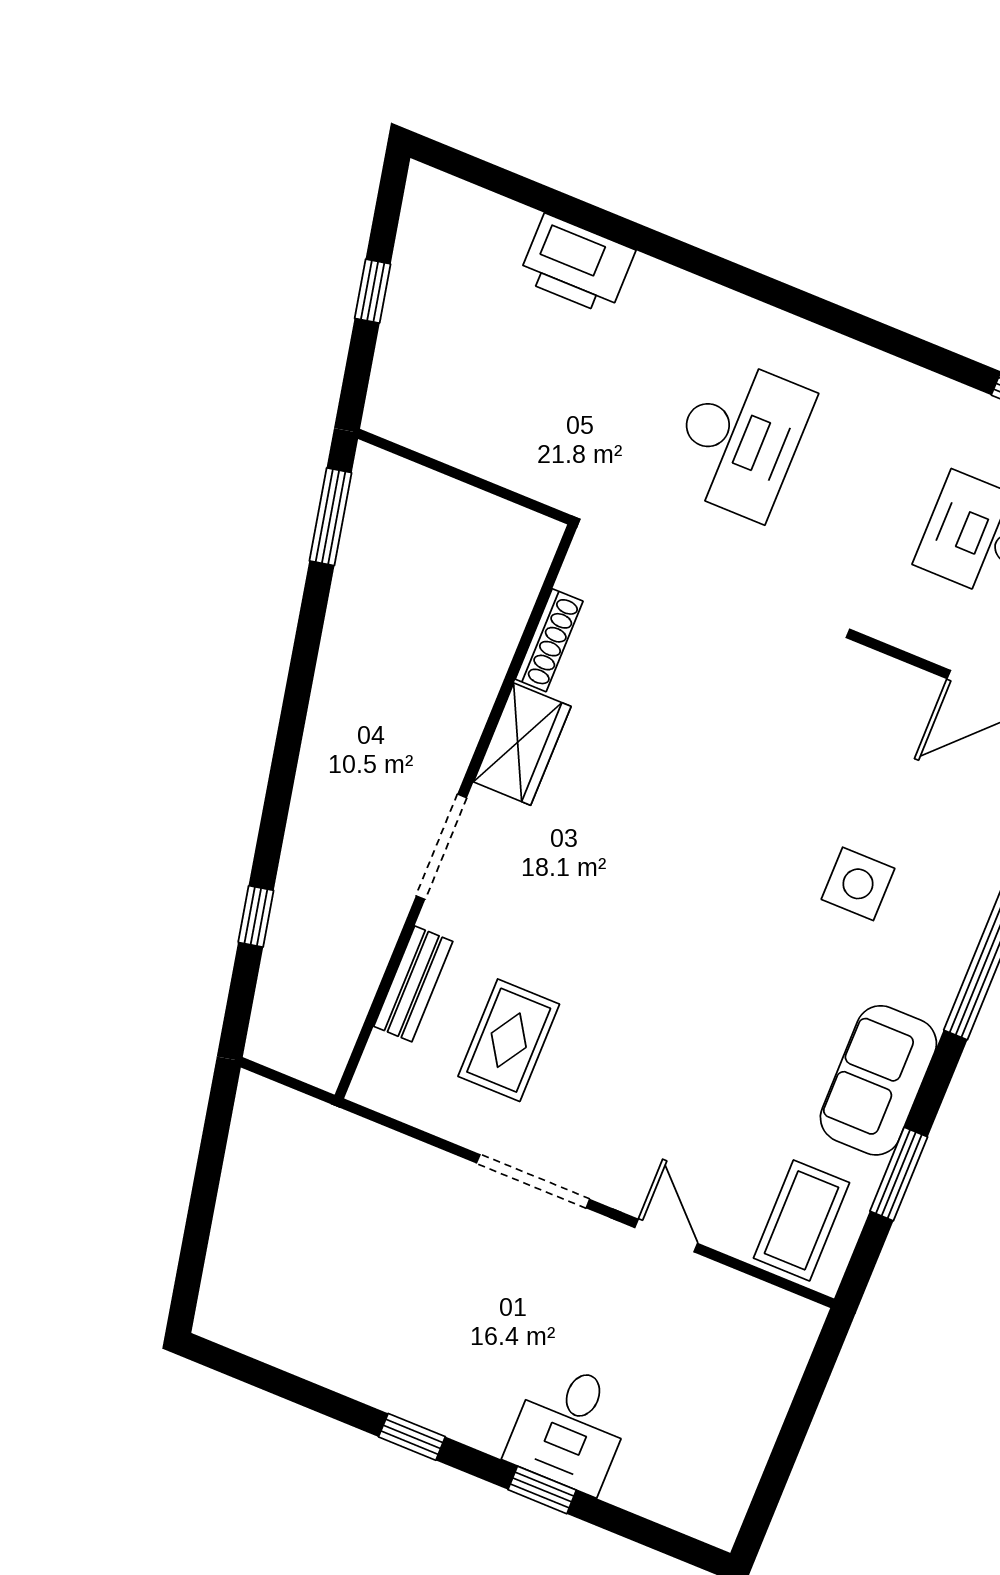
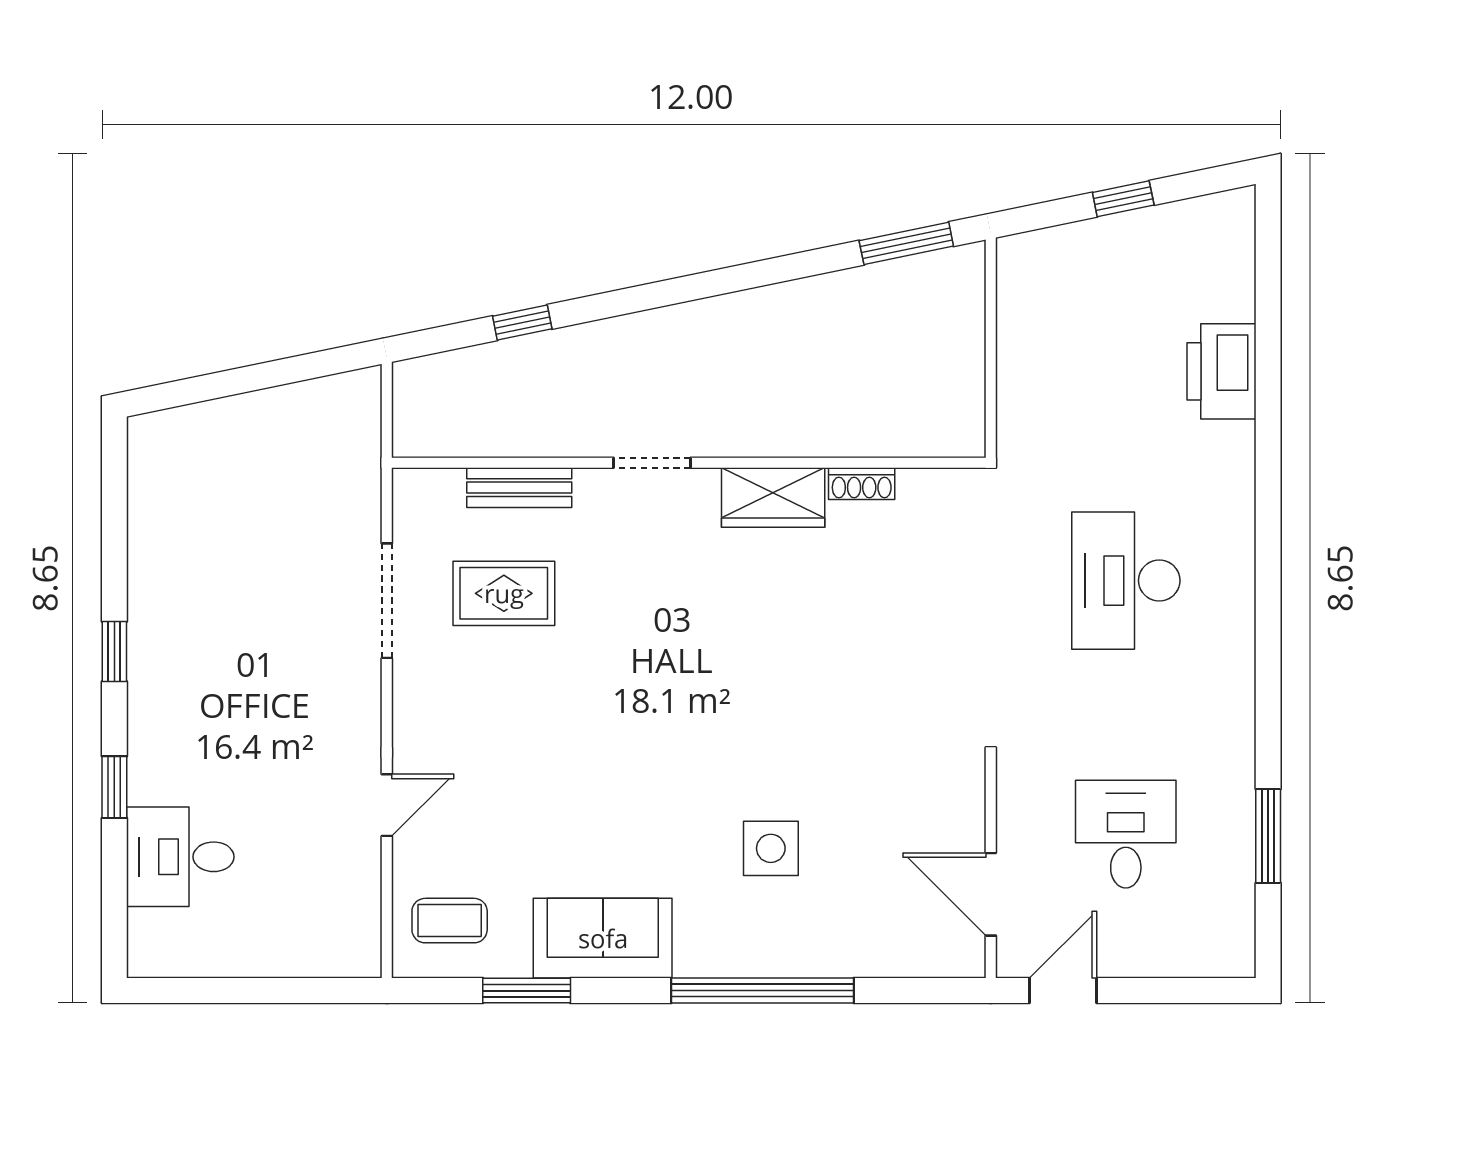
desk: (740, 438) -> (1126, 581), turned 90
shoe rack: (549, 640) -> (862, 484), width x0.70
doorway: (441, 847) -> (652, 463), width x0.73
doorway: (533, 1181) -> (387, 601), moved
coffee table: (802, 1220) -> (450, 921), width x0.73, depth x0.77
desk: (570, 1427) -> (180, 857), moved

